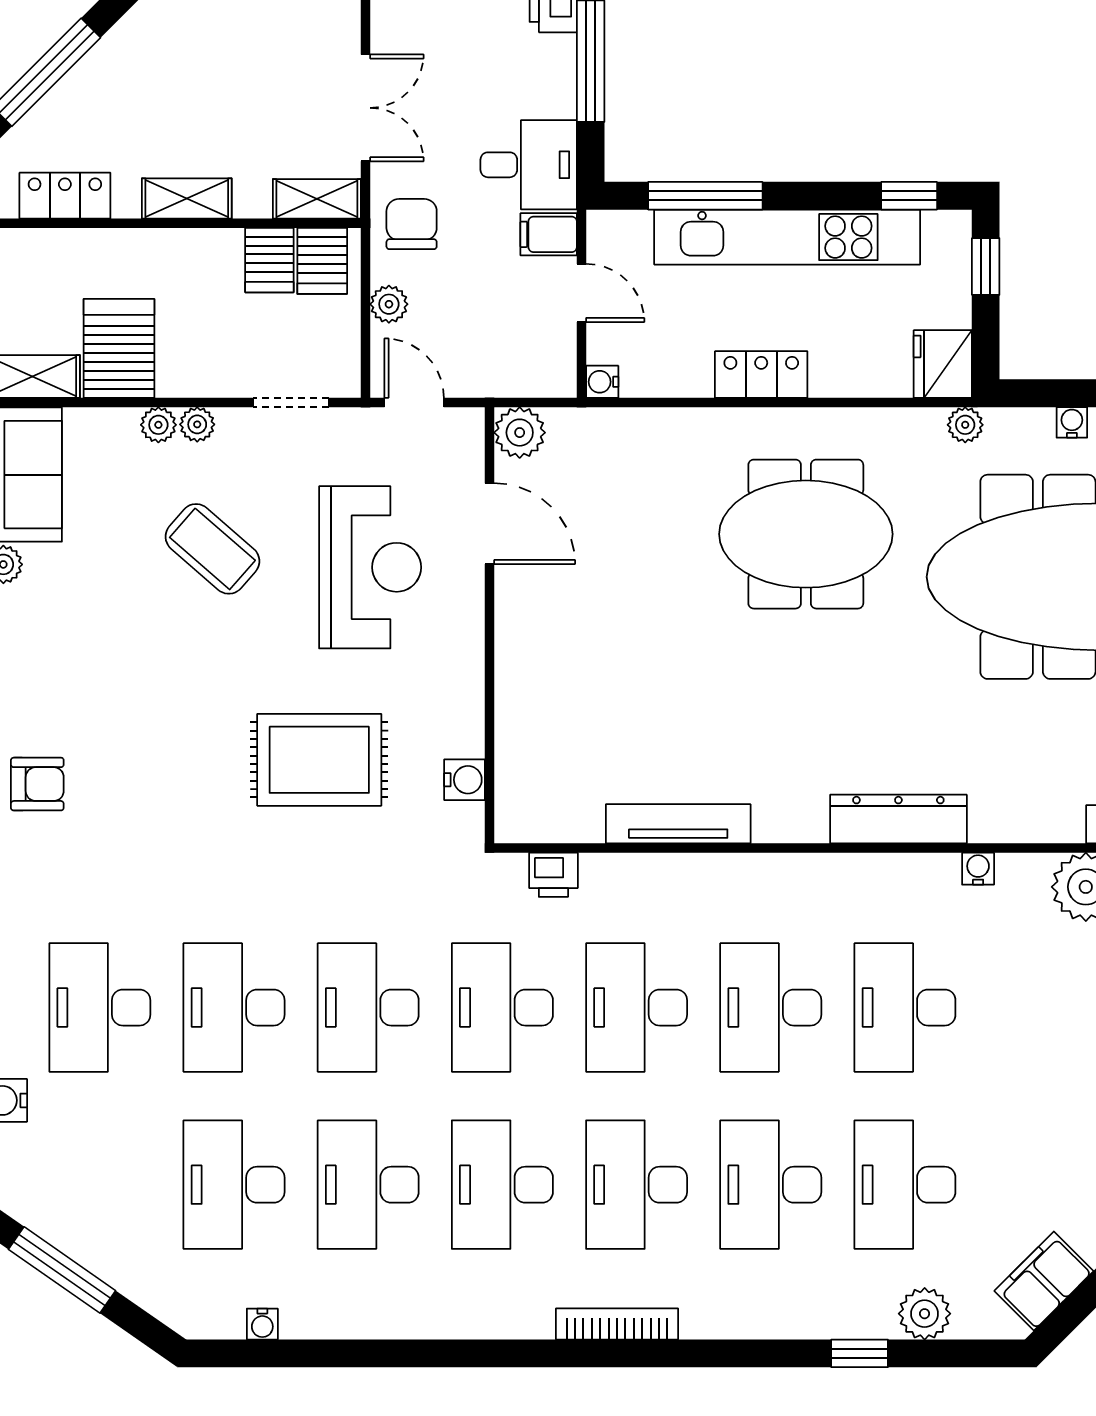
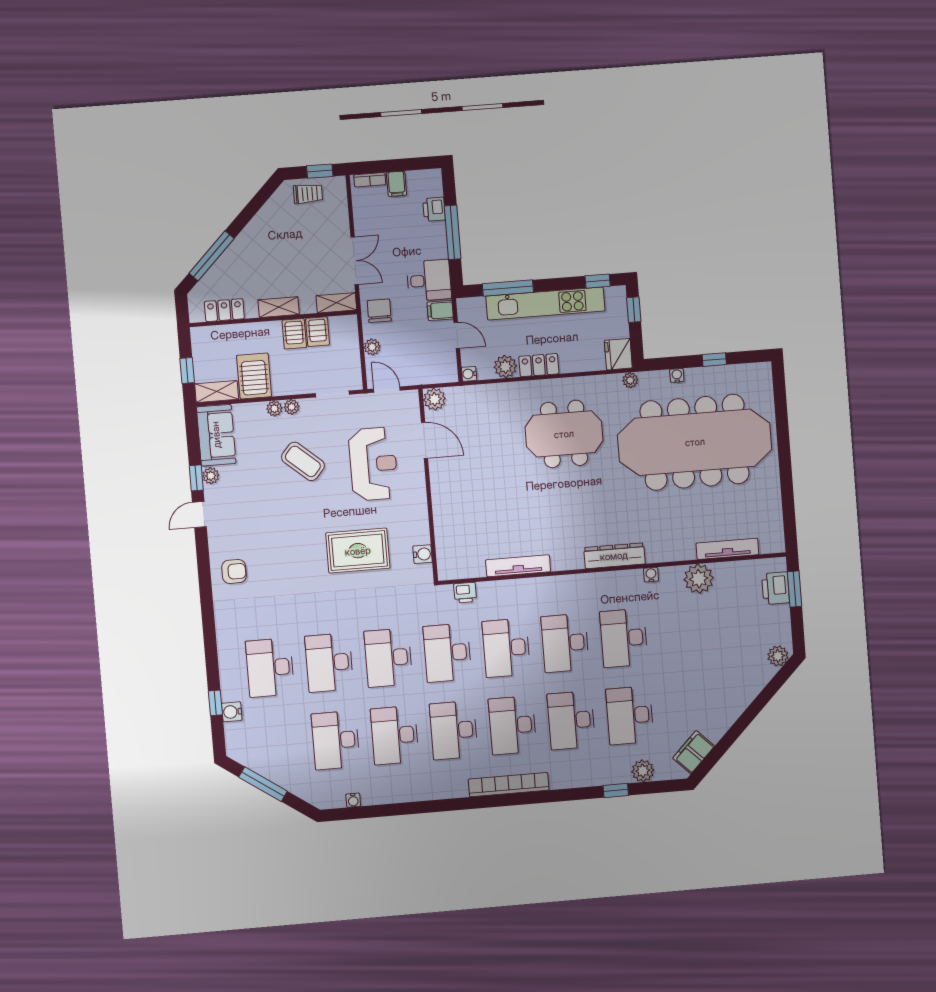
server rack: (322, 261) -> (294, 334), moved
plant: (685, 372) -> (505, 367), added
bookcase: (617, 1324) -> (509, 785), width x1.48, depth x1.31

